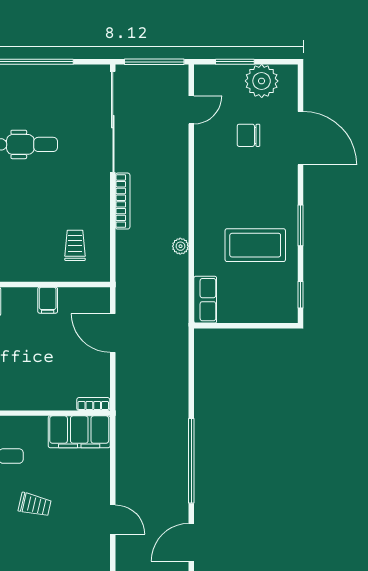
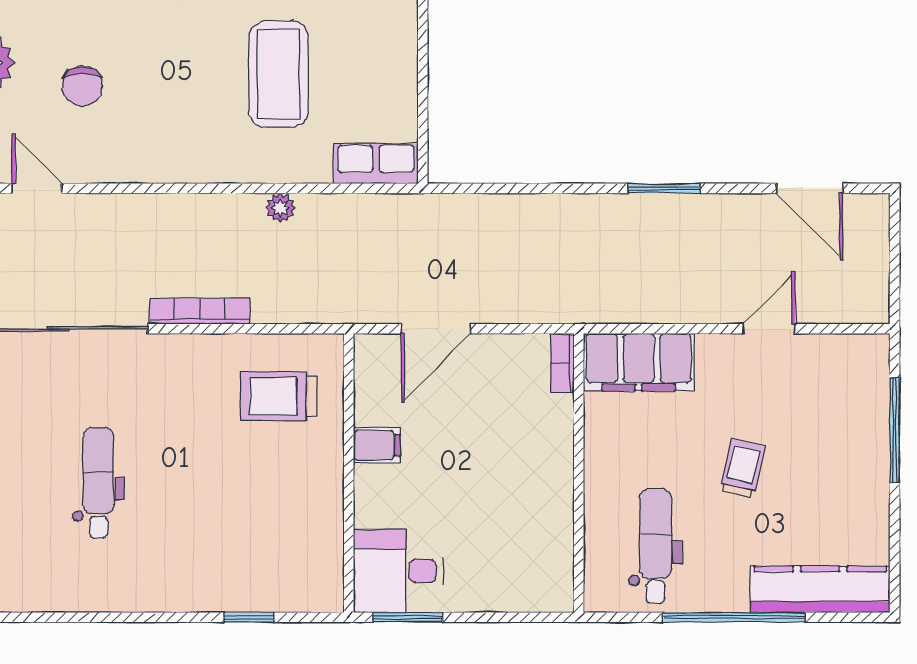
trolley: (75, 245) -> (279, 396), width x1.36, depth x1.39
filing cabinet: (79, 432) -> (639, 362), moved, turned 90
window: (191, 461) -> (664, 188), width x0.47

